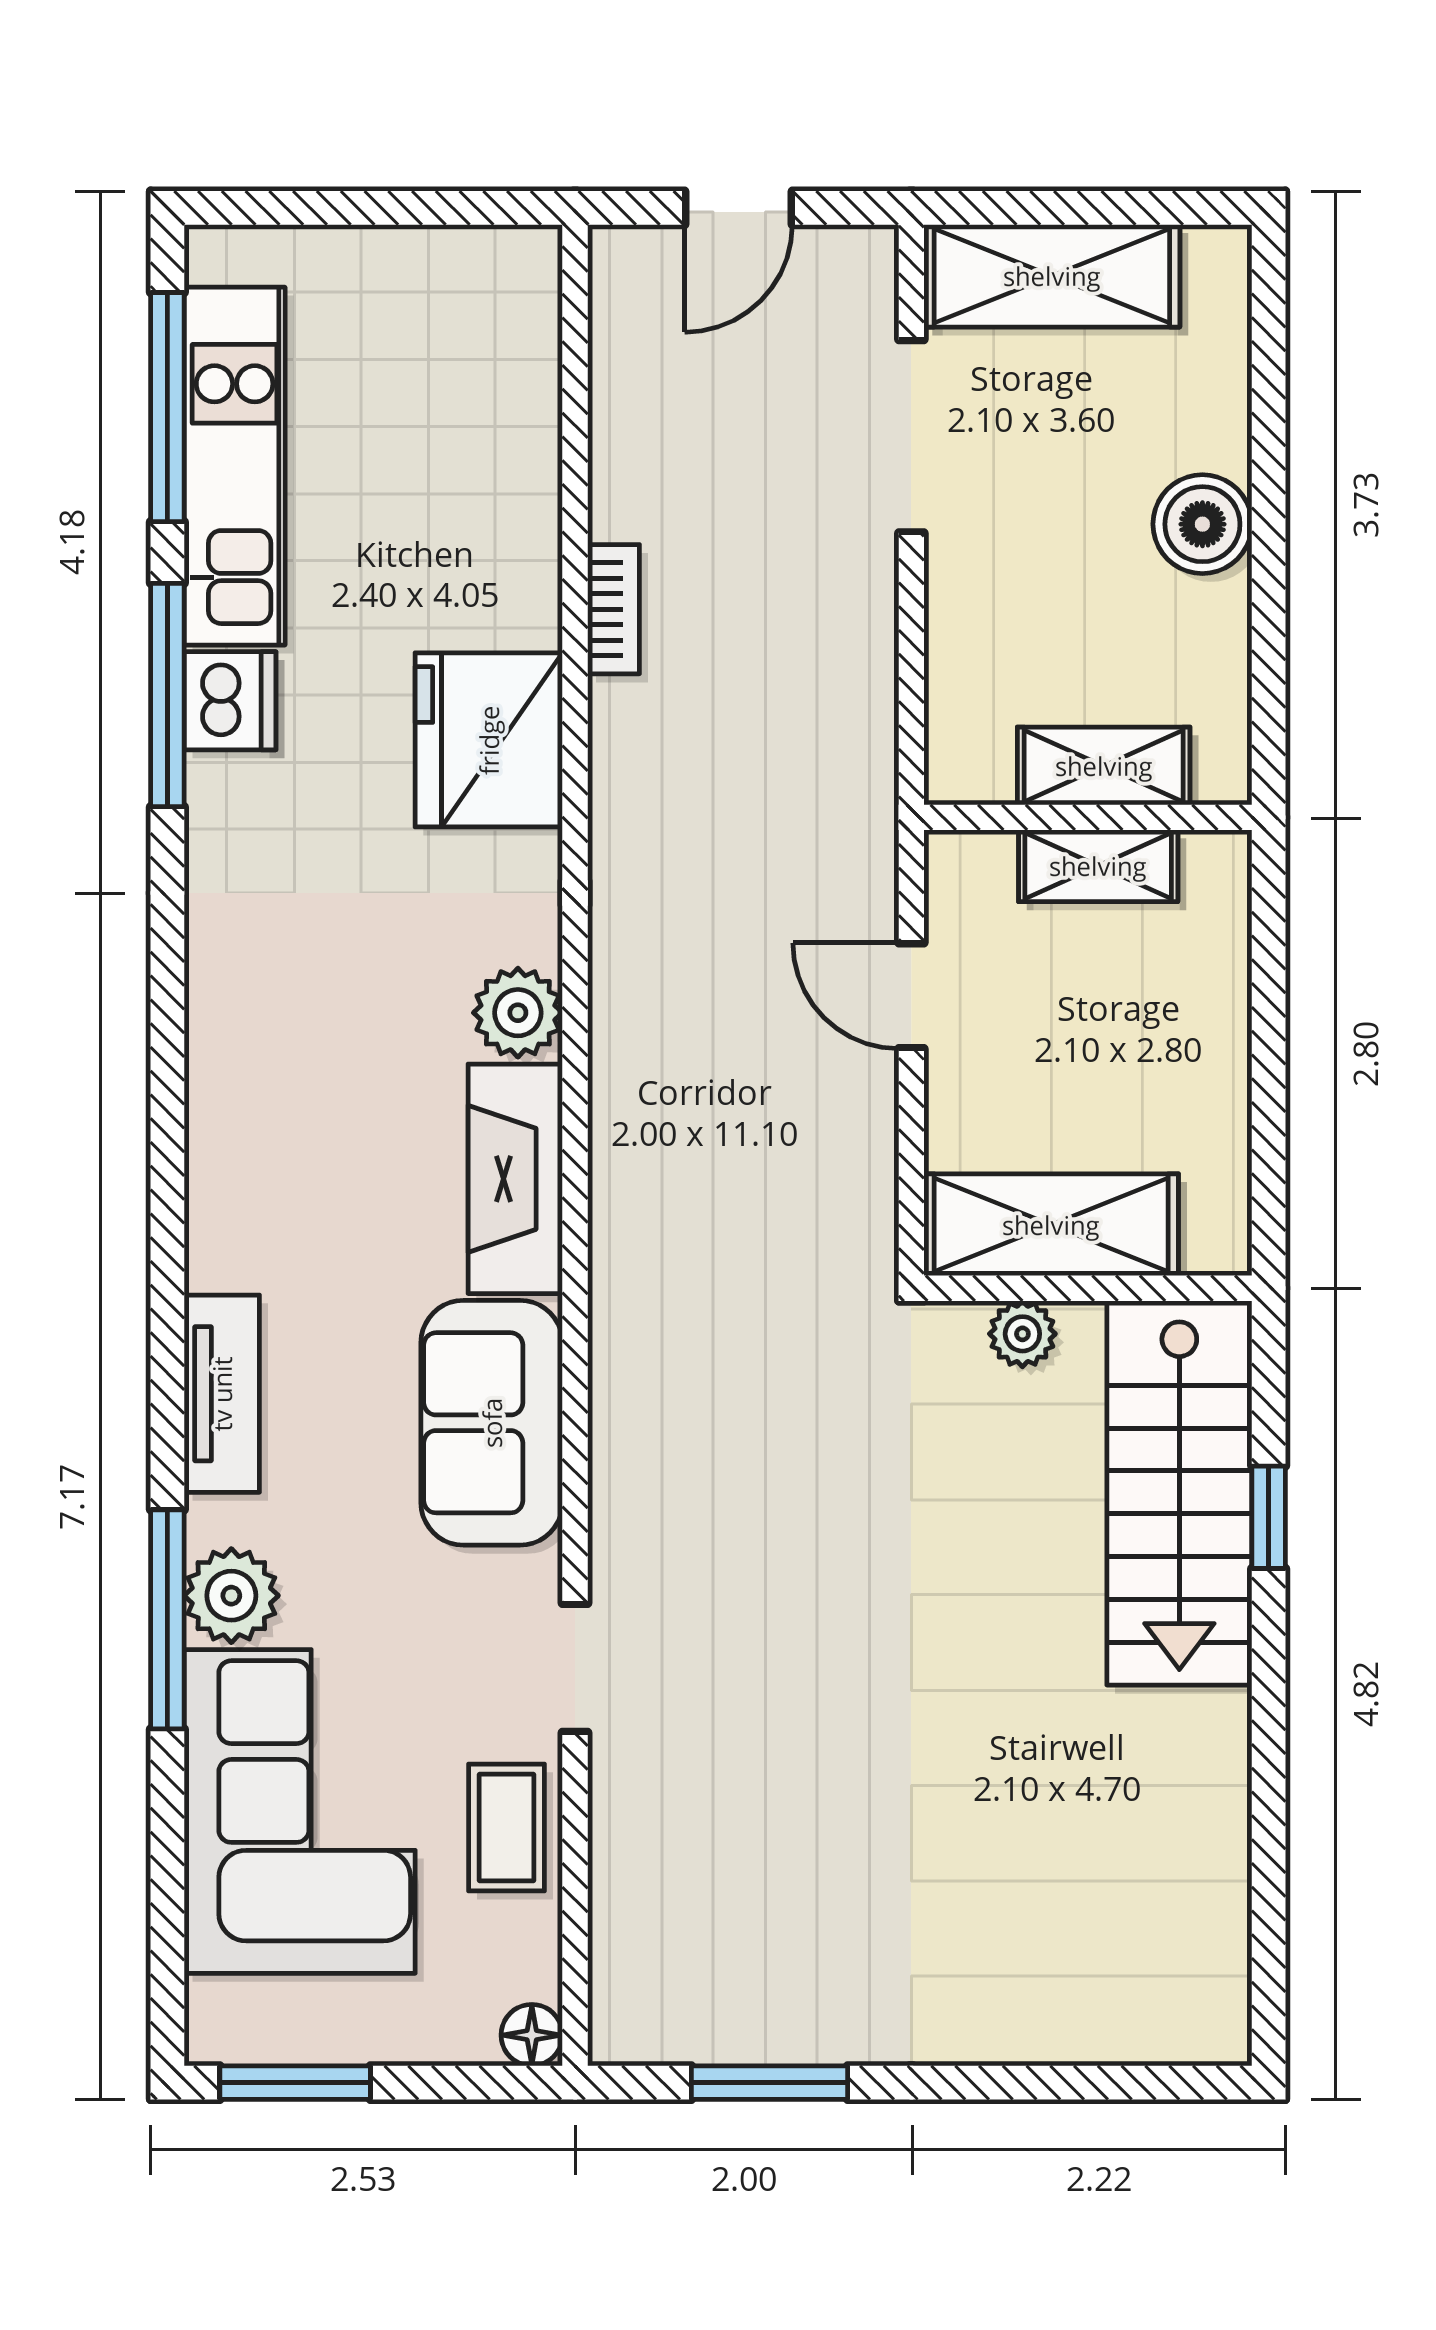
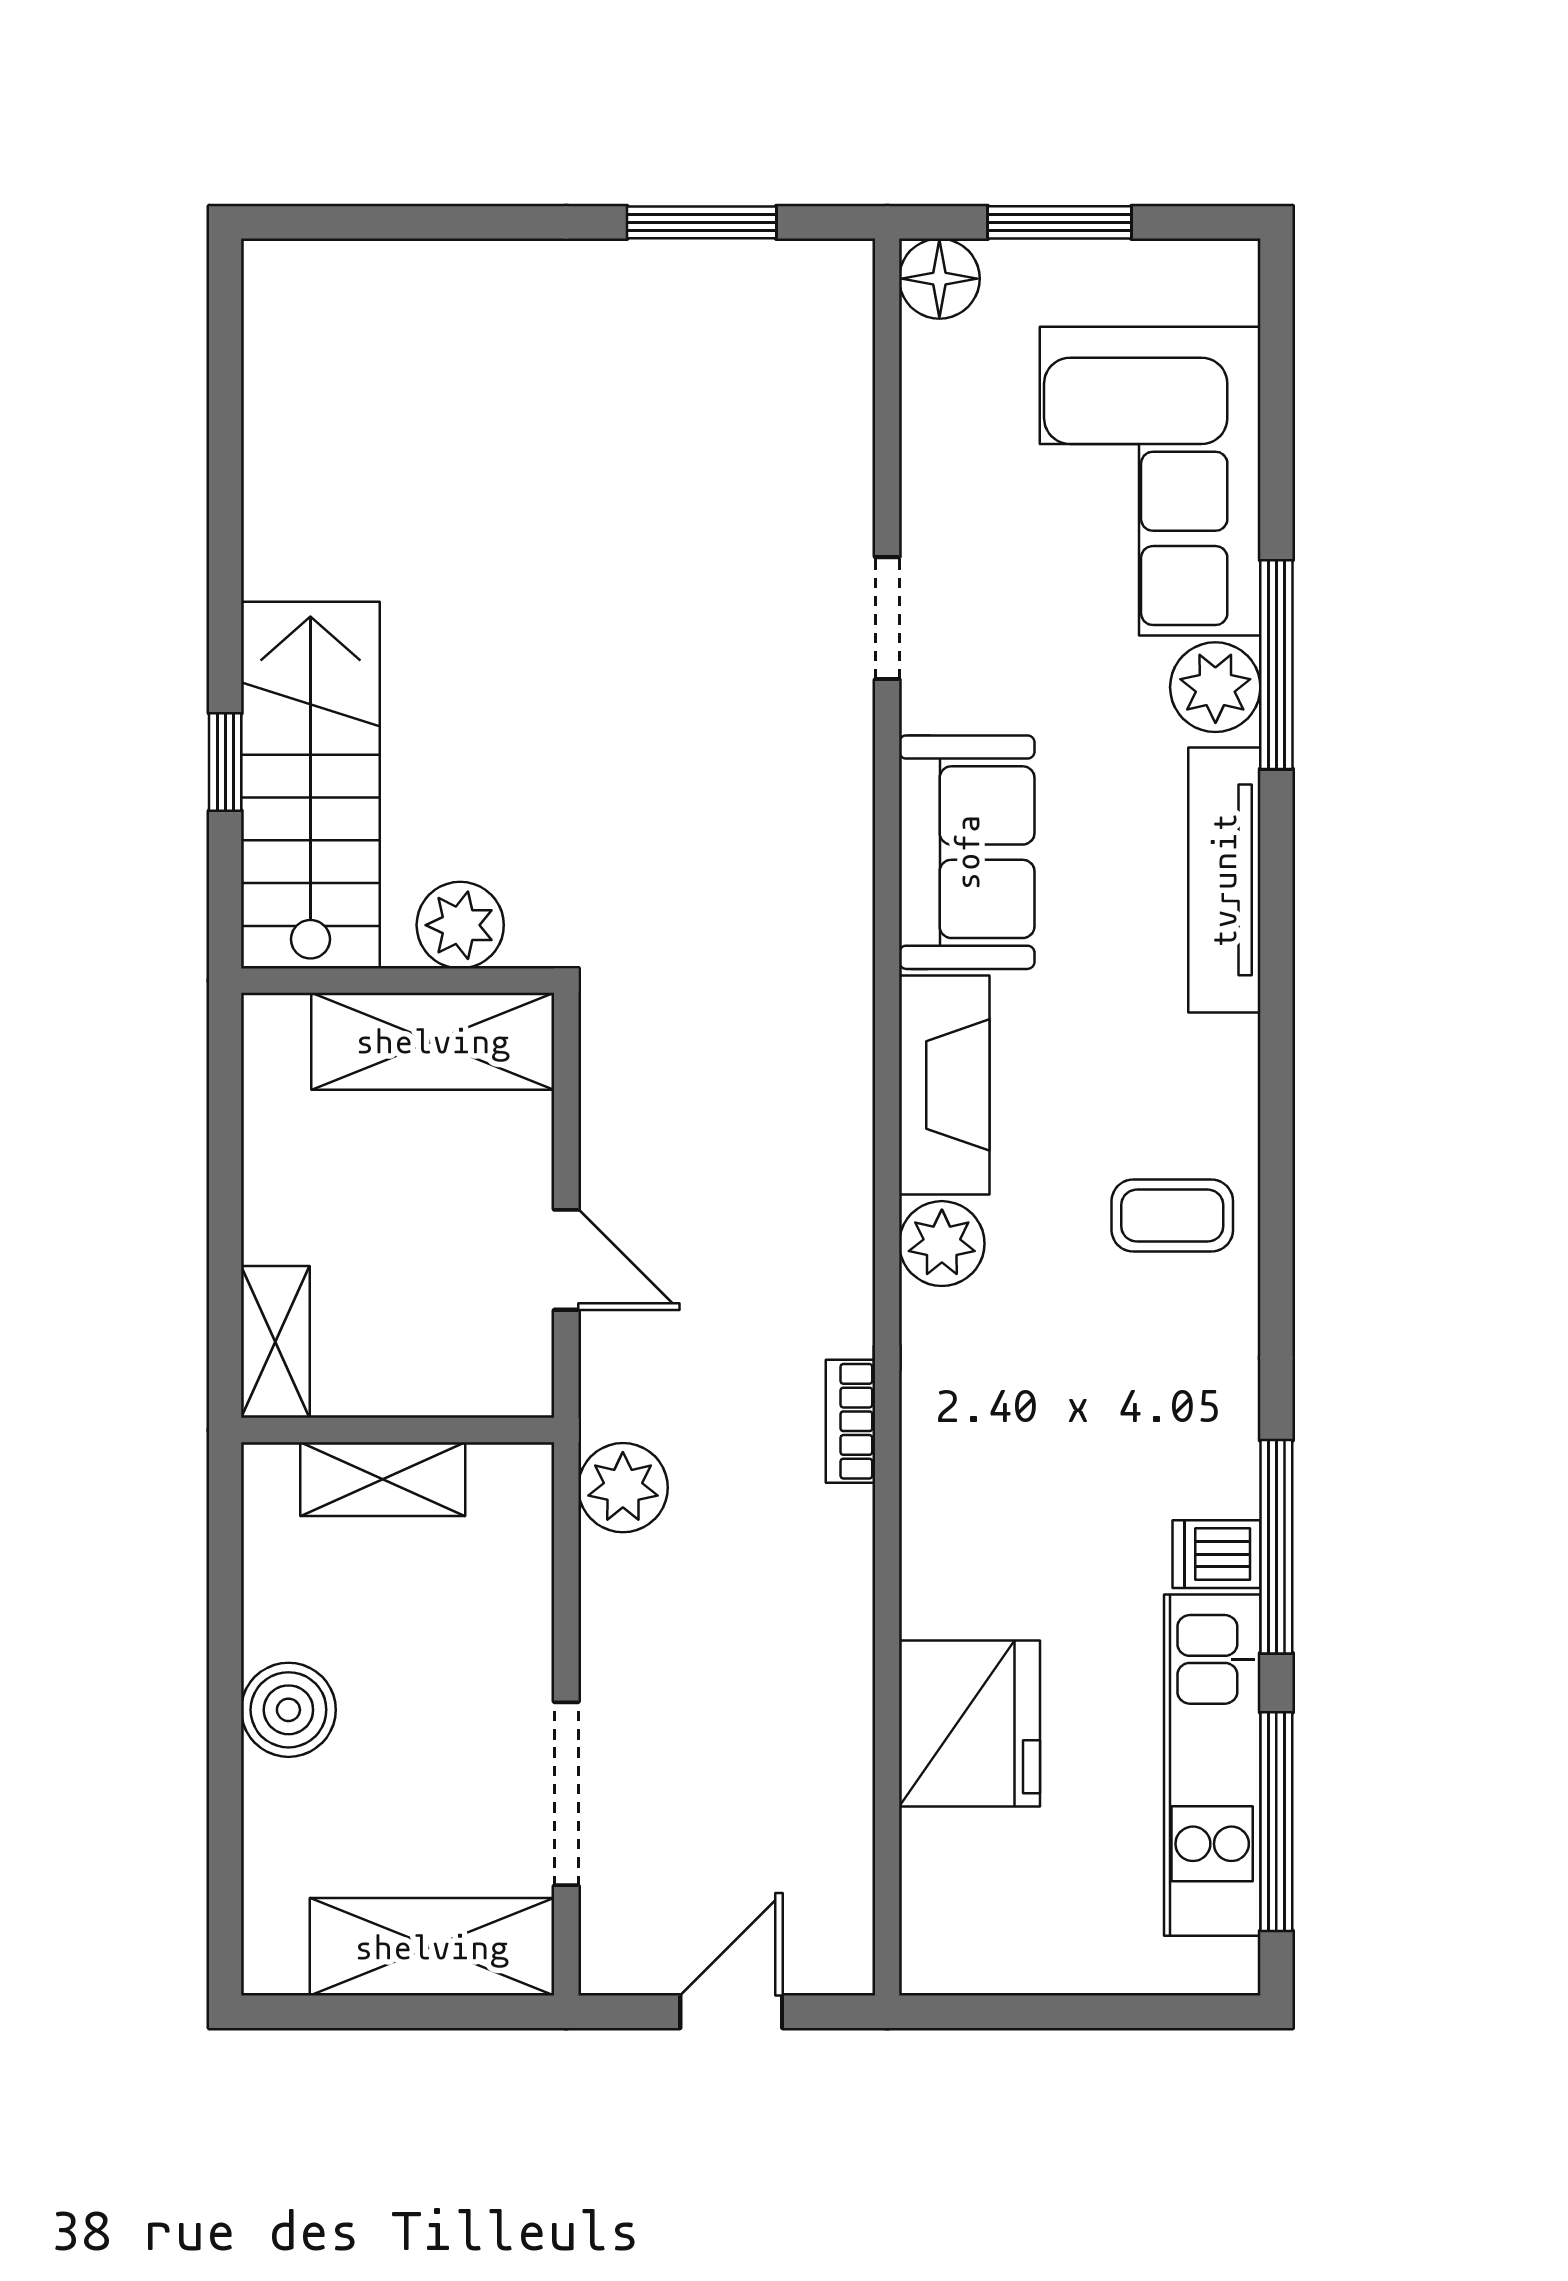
bookcase: (614, 609) -> (850, 1421), moved
dishwasher: (230, 701) -> (1216, 1554), width x0.73
fridge: (489, 740) -> (970, 1724), moved
plant: (852, 757) -> (623, 1488), added
shelving: (1098, 866) -> (275, 1342), moved, turned 90
plant: (1022, 1334) -> (460, 925), width x1.38, depth x1.38
tv unit: (222, 1394) -> (1224, 880), width x1.41
coffee table: (507, 1828) -> (1172, 1216), moved, turned 90
floor lamp: (532, 2035) -> (939, 279), width x1.37, depth x1.37
window: (295, 2083) -> (1060, 222), moved

